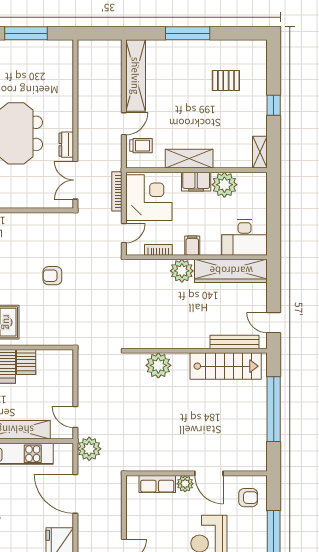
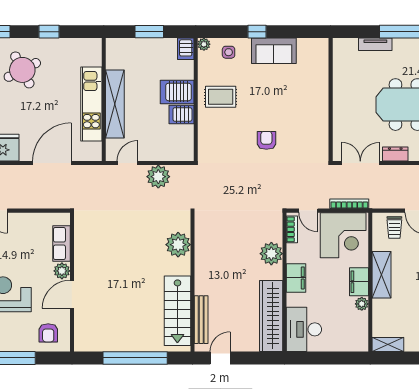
plant: (224, 185) -> (362, 304), width x0.53, depth x0.53
filing cabinet: (192, 246) -> (296, 278), width x2.00
bookcase: (158, 250) -> (292, 229), moved
plant: (182, 271) -> (271, 254), moved
plant: (89, 449) -> (158, 177), moved

